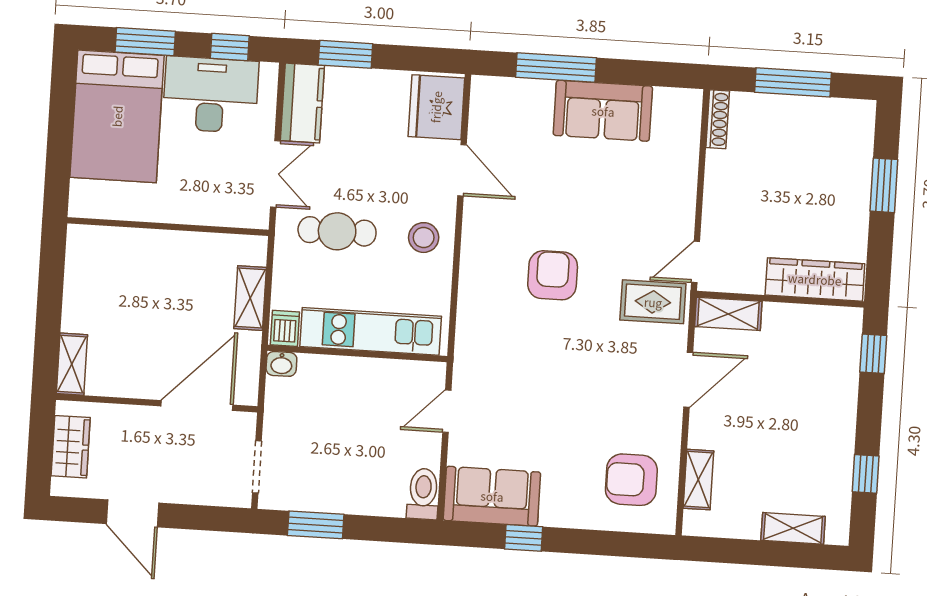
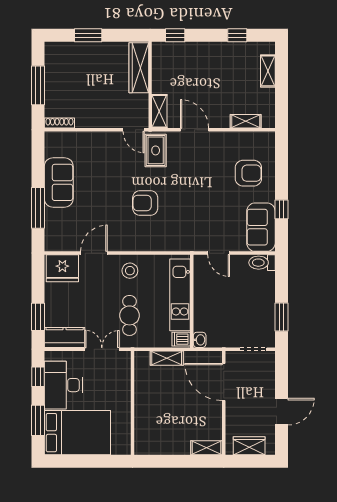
armchair: (631, 480) -> (248, 173), moved, turned -90

